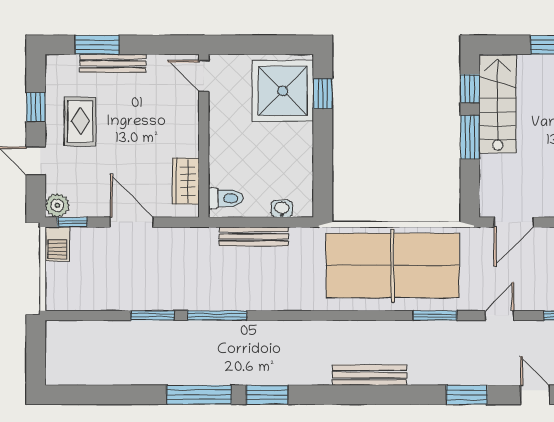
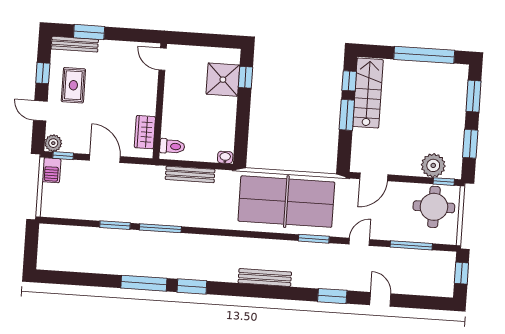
bench: (113, 63) -> (75, 44), moved
shower: (283, 91) -> (223, 80), width x0.73, depth x0.73
washbasin: (282, 209) -> (225, 157), moved

